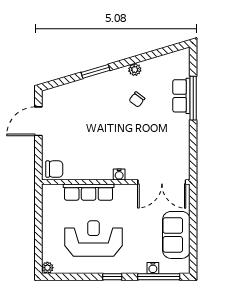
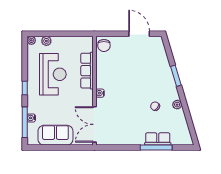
plant: (48, 247) -> (46, 41), added

